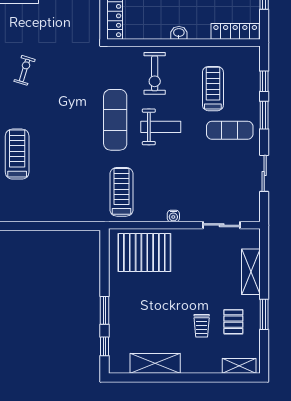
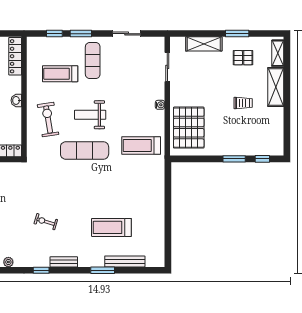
exercise bike: (155, 73) -> (48, 120), turned -99
weight bench: (161, 127) -> (90, 115), turned -90
trolley: (202, 326) -> (243, 103), moved
shelving: (155, 363) -> (276, 87), moved

